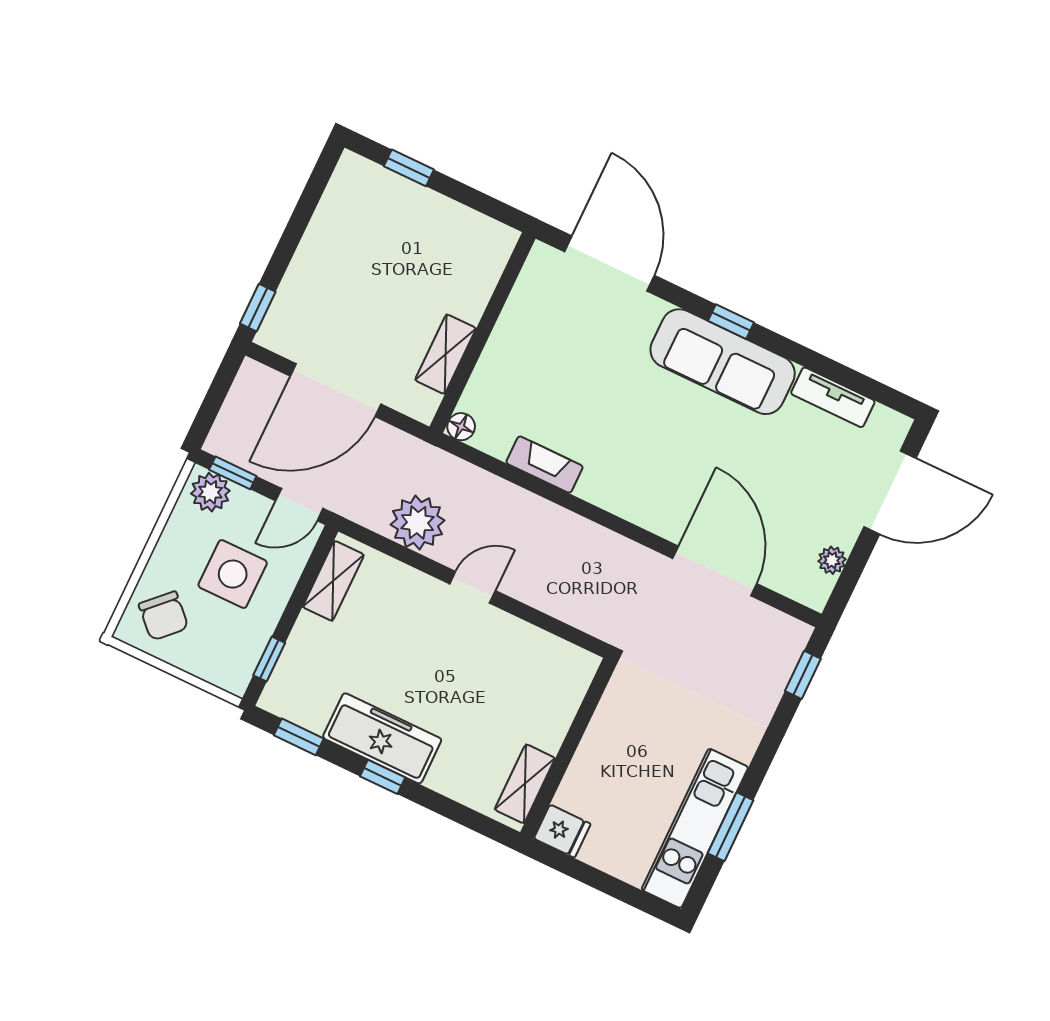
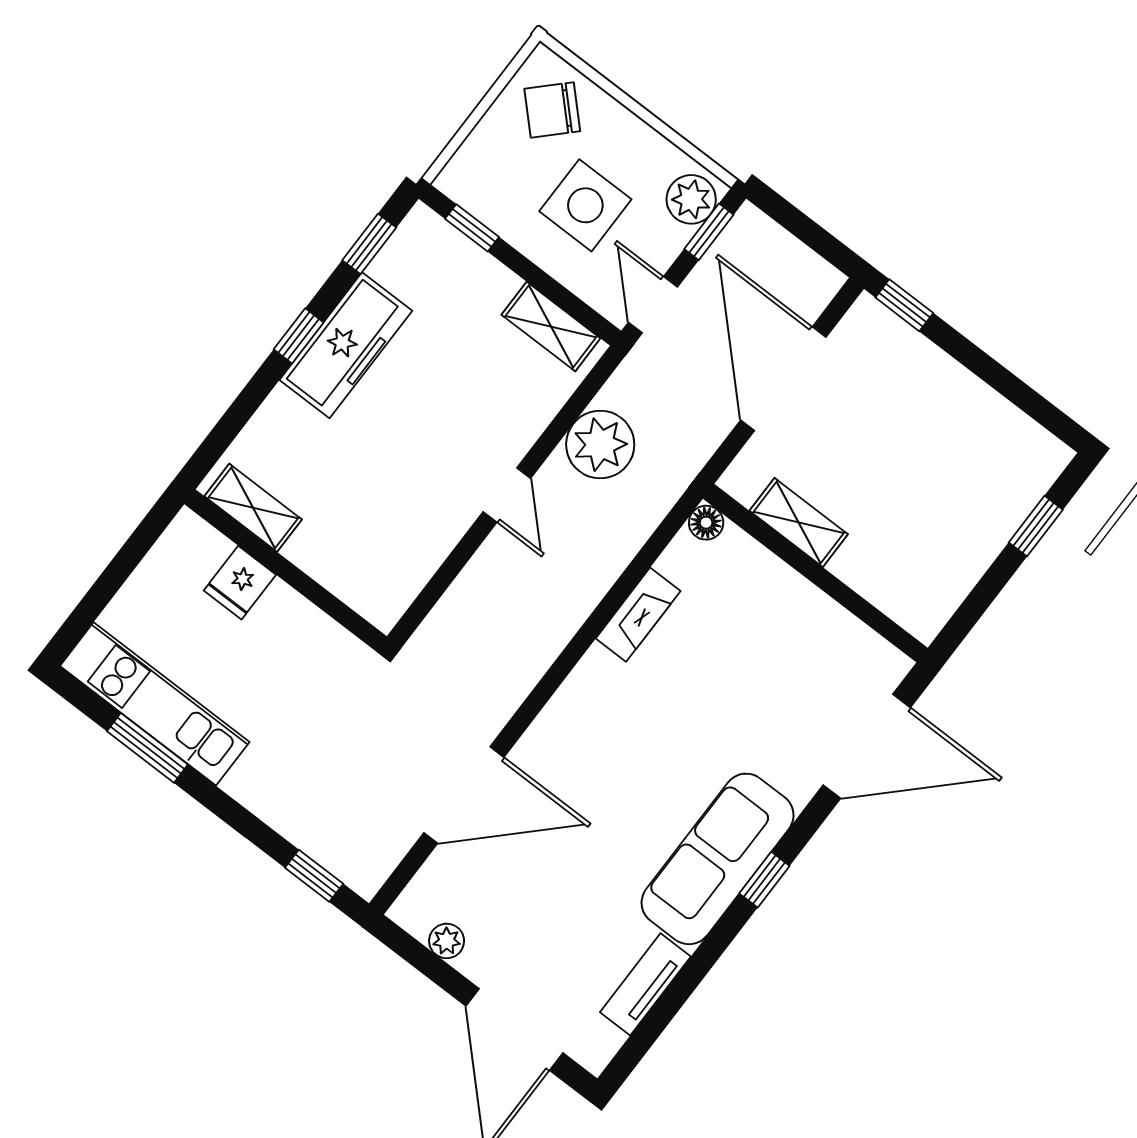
fridge: (562, 831) -> (240, 583), moved

